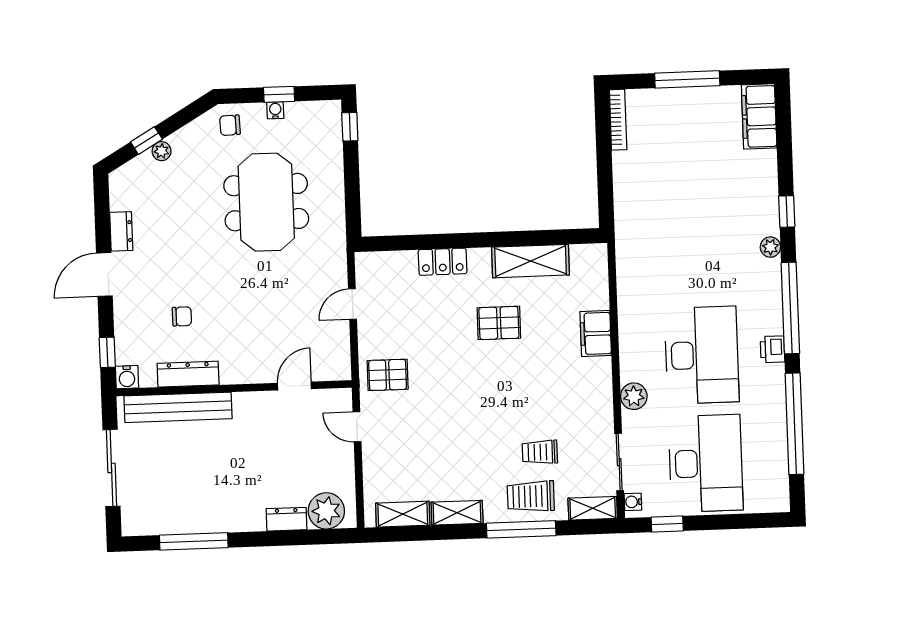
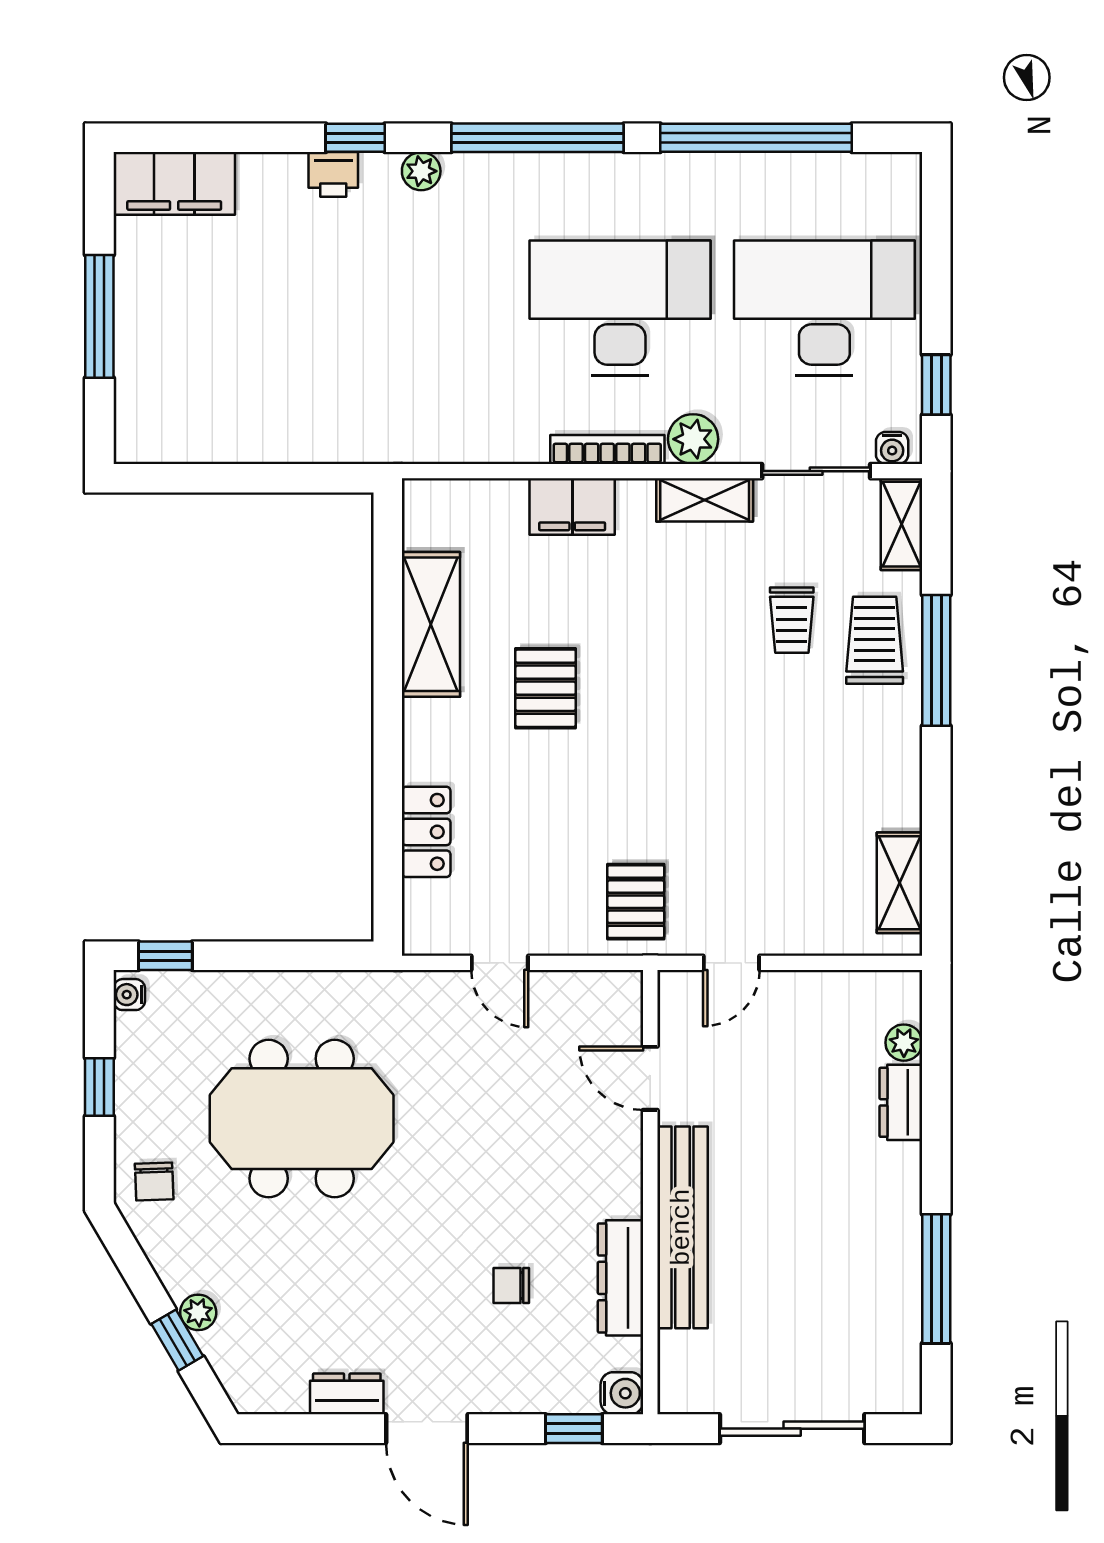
water cooler: (275, 110) -> (129, 995), moved
bookcase: (618, 120) -> (607, 449), moved
locker: (443, 262) -> (426, 832), moved
chair: (182, 316) -> (511, 1285), turned -90
printer: (772, 349) -> (333, 174), moved
bench: (178, 407) -> (682, 1227), moved
trolley: (531, 496) -> (875, 640), turned 180
plant: (326, 511) -> (904, 1043), width x0.53, depth x0.53
shelving: (457, 513) -> (705, 500), moved, turned 90

